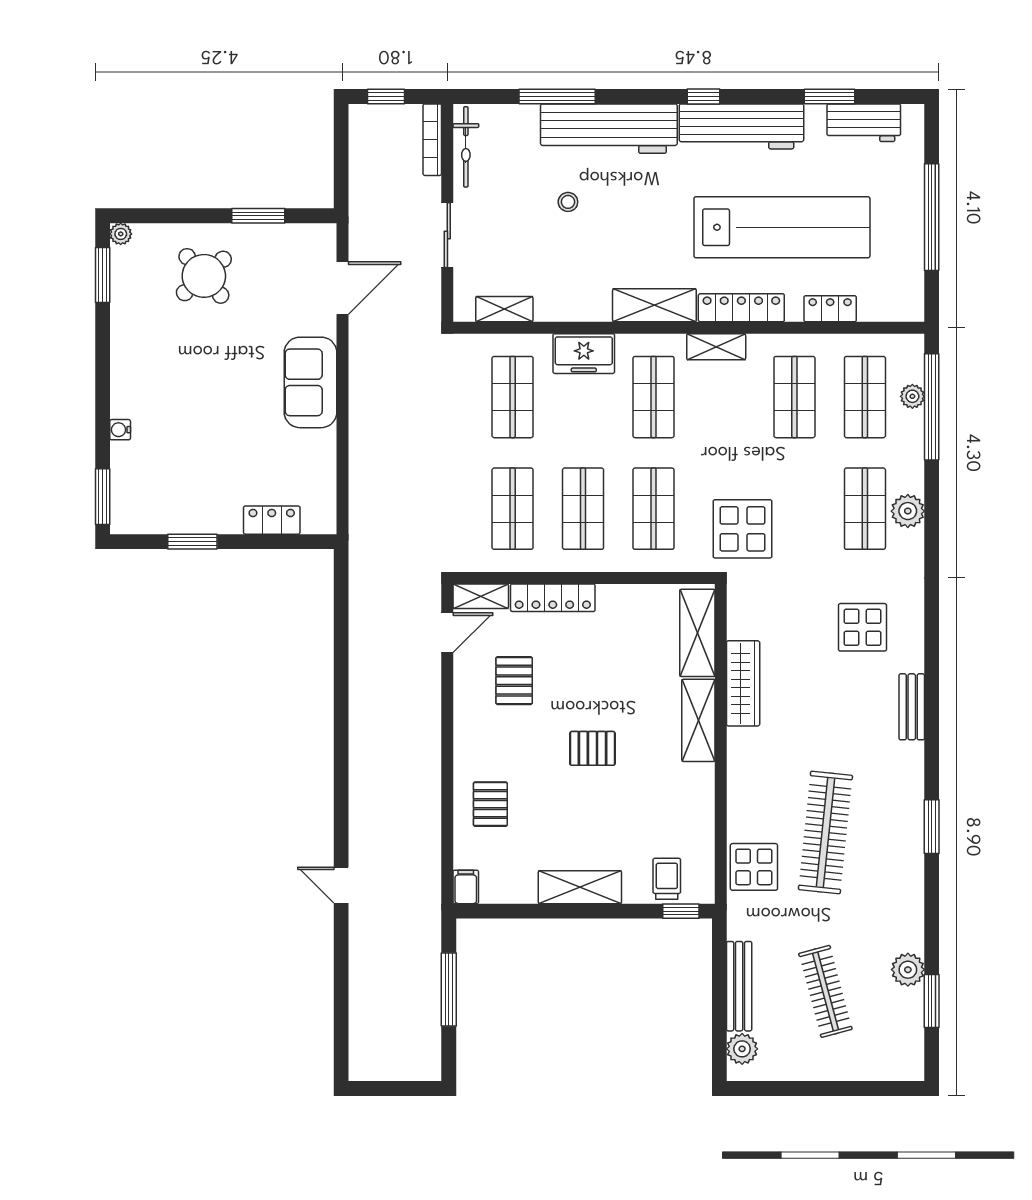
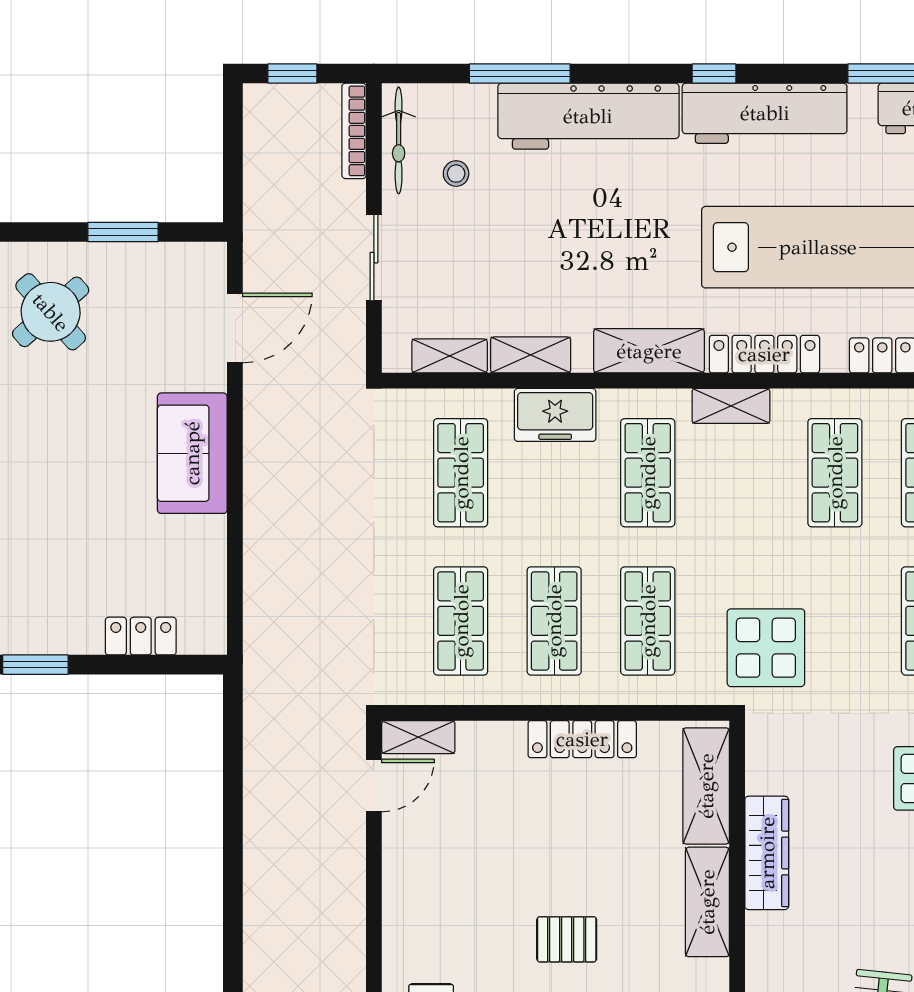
stool: (568, 202) -> (456, 174), moved
shelving: (565, 308) -> (531, 355), added
locker: (553, 598) -> (582, 739), moved
pallet: (514, 681) -> (463, 849), removed

